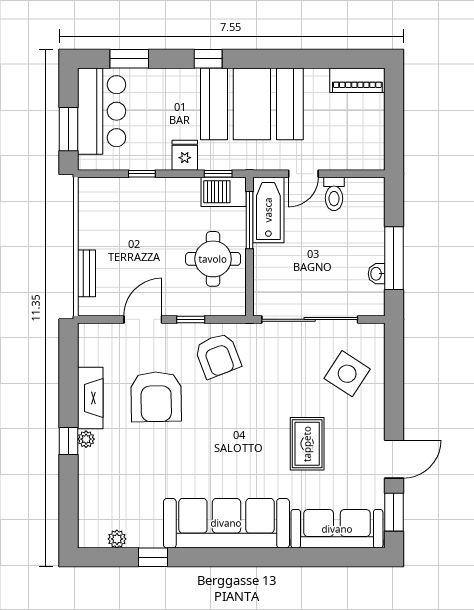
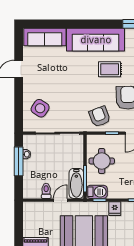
rug: (307, 444) -> (110, 69), moved, turned 90
window: (394, 512) -> (19, 45), removed

